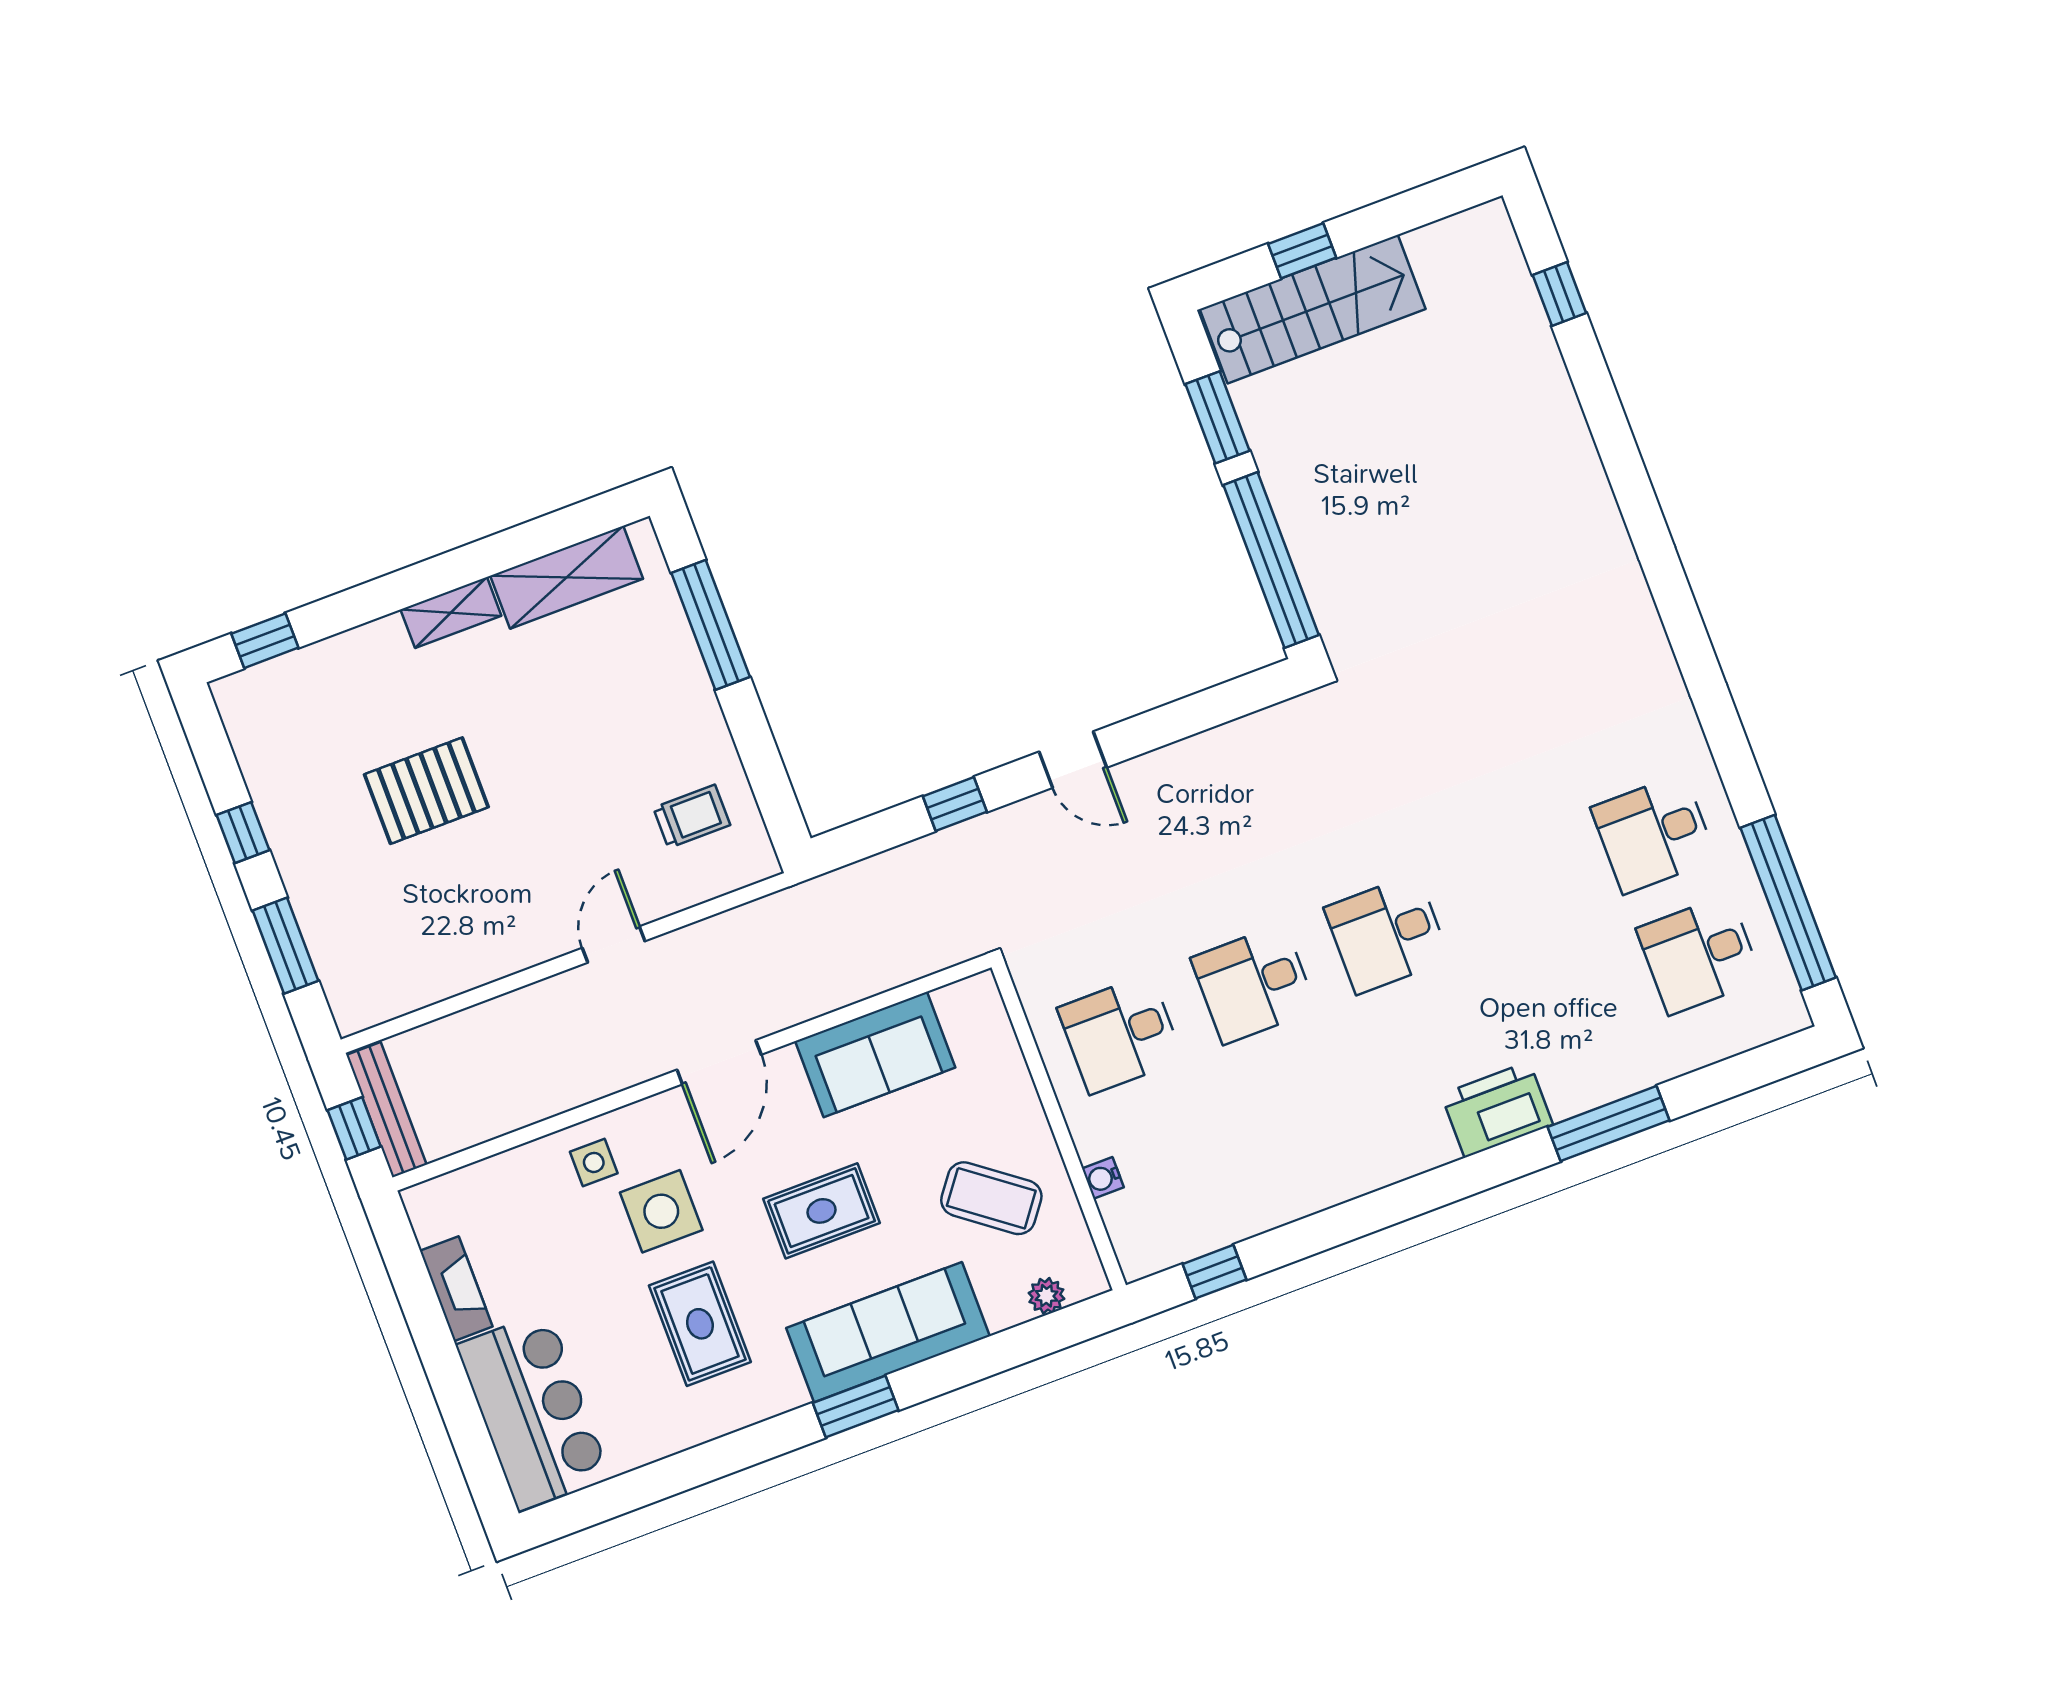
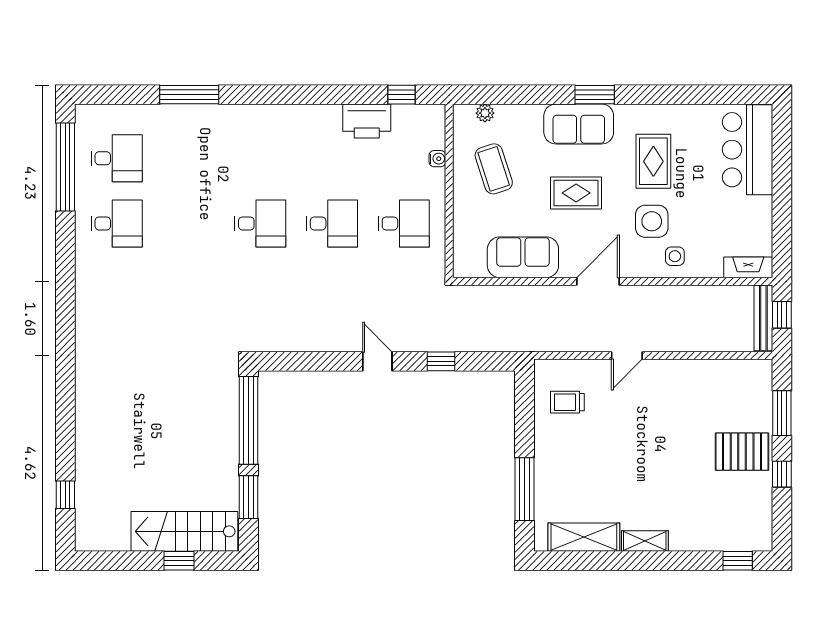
pallet: (426, 791) -> (742, 452), moved
printer: (1497, 1110) -> (367, 121), moved
coffee table: (991, 1198) -> (494, 169), turned 35
fireplace: (456, 1289) -> (748, 267), moved, turned 90
sofa: (888, 1332) -> (579, 124), width x0.73

